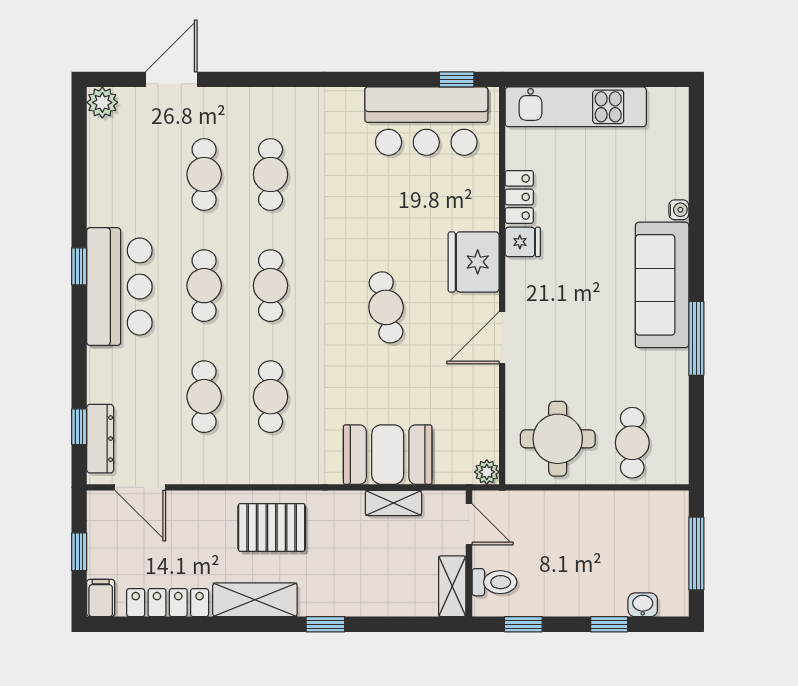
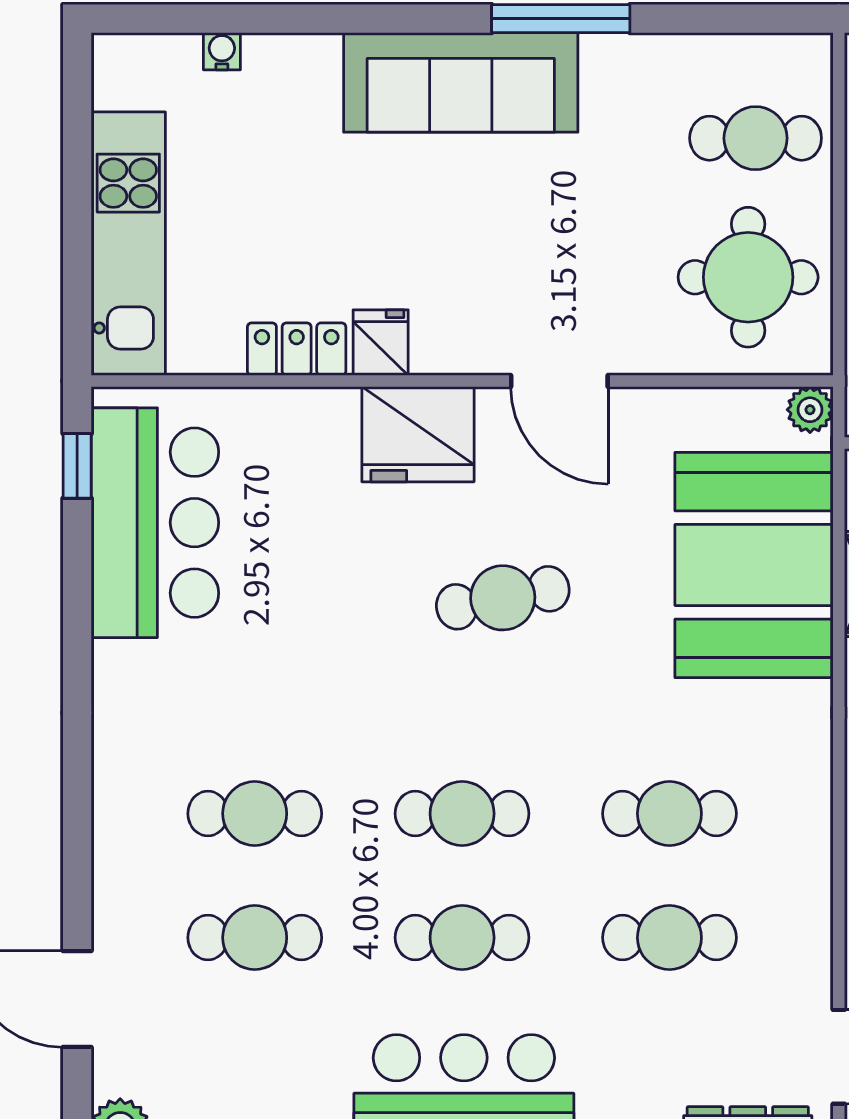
water cooler: (679, 210) -> (222, 51), moved
booth: (388, 455) -> (754, 565), width x1.36, depth x1.42

